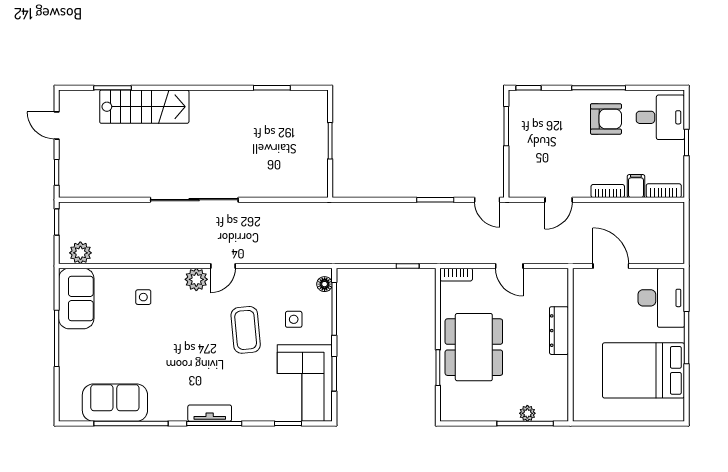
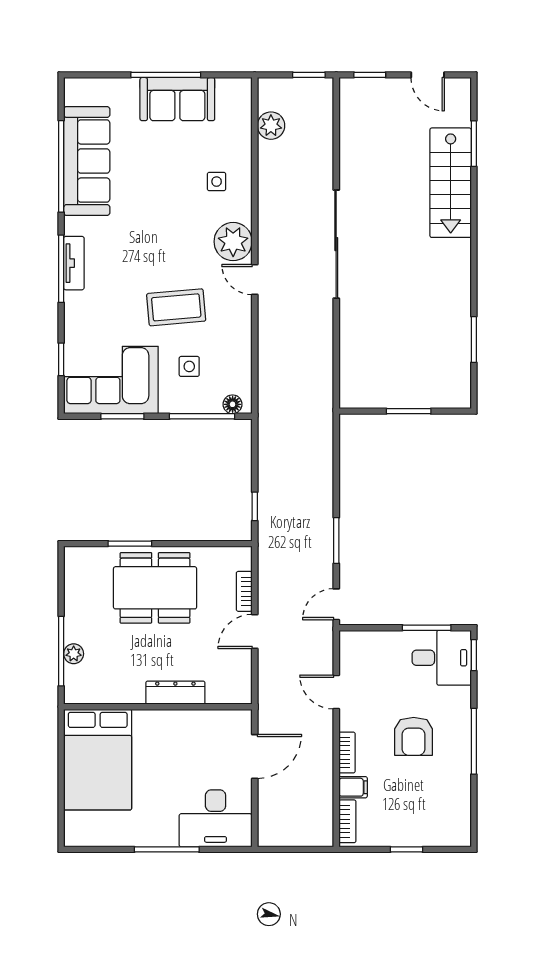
desk: (660, 117) -> (442, 658), moved, turned -90
armchair: (606, 119) -> (414, 736), moved
door: (57, 125) -> (428, 75), swing flipped
plant: (80, 253) -> (271, 126), moved
bookcase: (456, 275) -> (244, 591), moved
plant: (196, 279) -> (233, 242), width x1.36, depth x1.36
sofa: (76, 298) -> (177, 99), moved
bed: (643, 370) -> (98, 760), moved, turned 180
sofa: (115, 403) -> (87, 161), width x1.36

